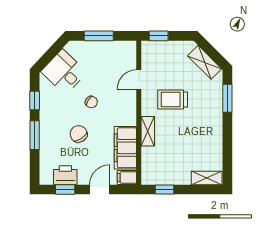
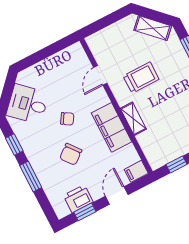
window: (99, 36) -> (42, 54), removed
window: (159, 36) -> (98, 26), removed
trolley: (173, 100) -> (141, 78), turned 180
chair: (79, 134) -> (71, 154), turned -94
filing cabinet: (125, 148) -> (112, 127), moved

